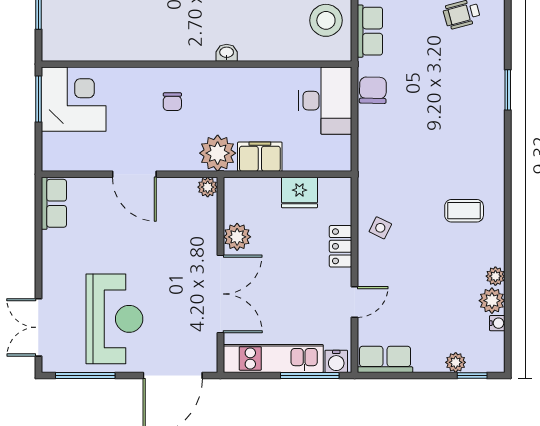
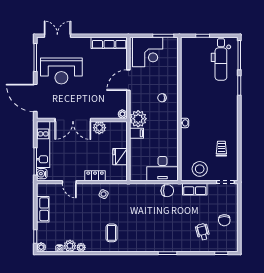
corner desk: (74, 99) -> (148, 52), moved
filing cabinet: (260, 157) -> (137, 133), width x0.50
row of seats: (54, 203) -> (109, 43), width x1.48
row of seats: (385, 359) -> (43, 209), moved
plant: (456, 362) -> (41, 247), moved

